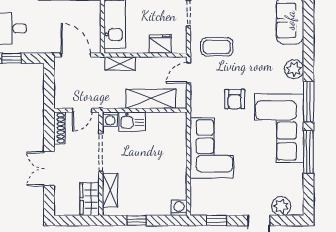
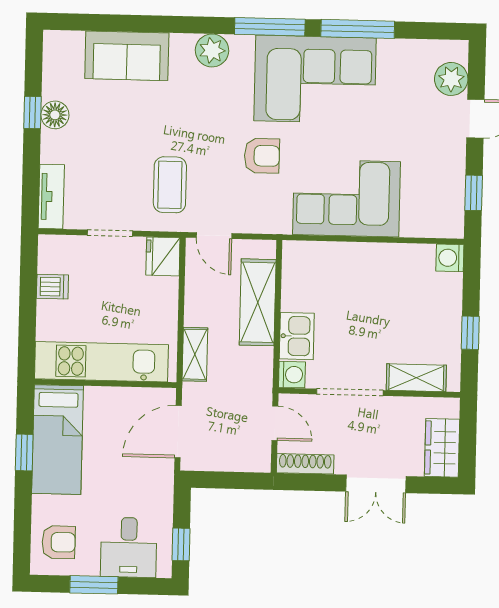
fridge: (160, 44) -> (163, 256), moved
wardrobe: (90, 199) -> (442, 448), moved, turned 90

